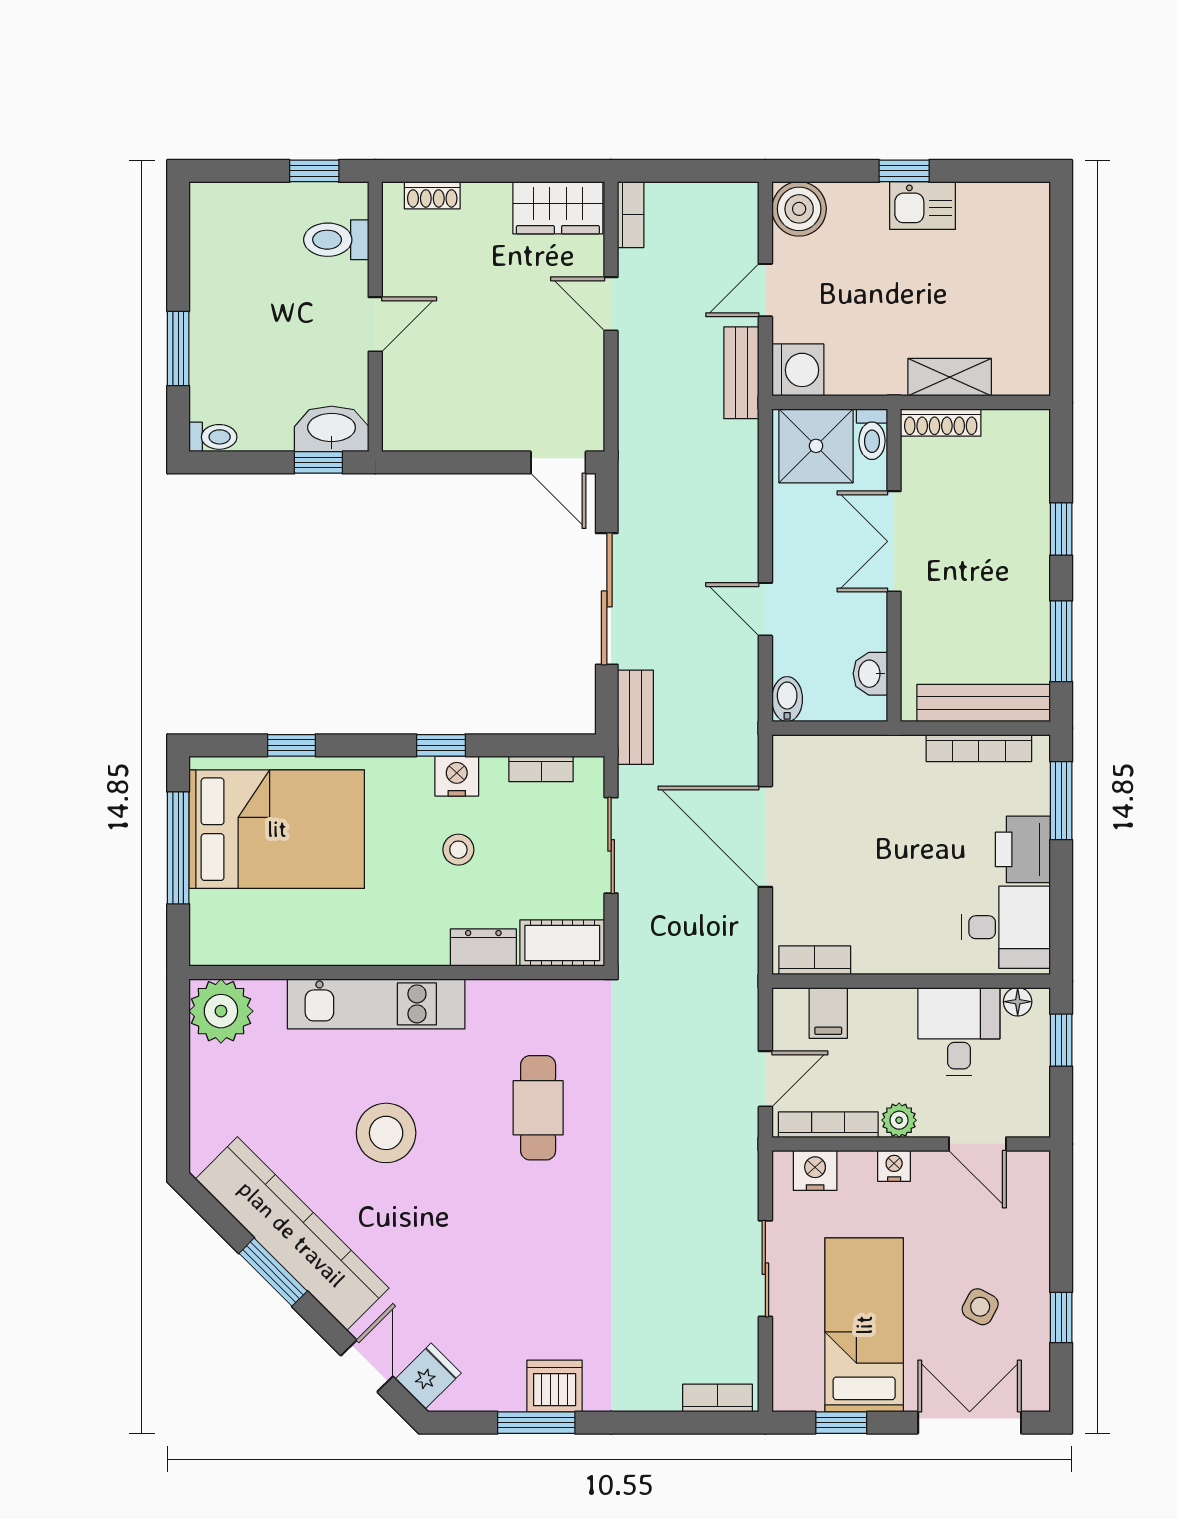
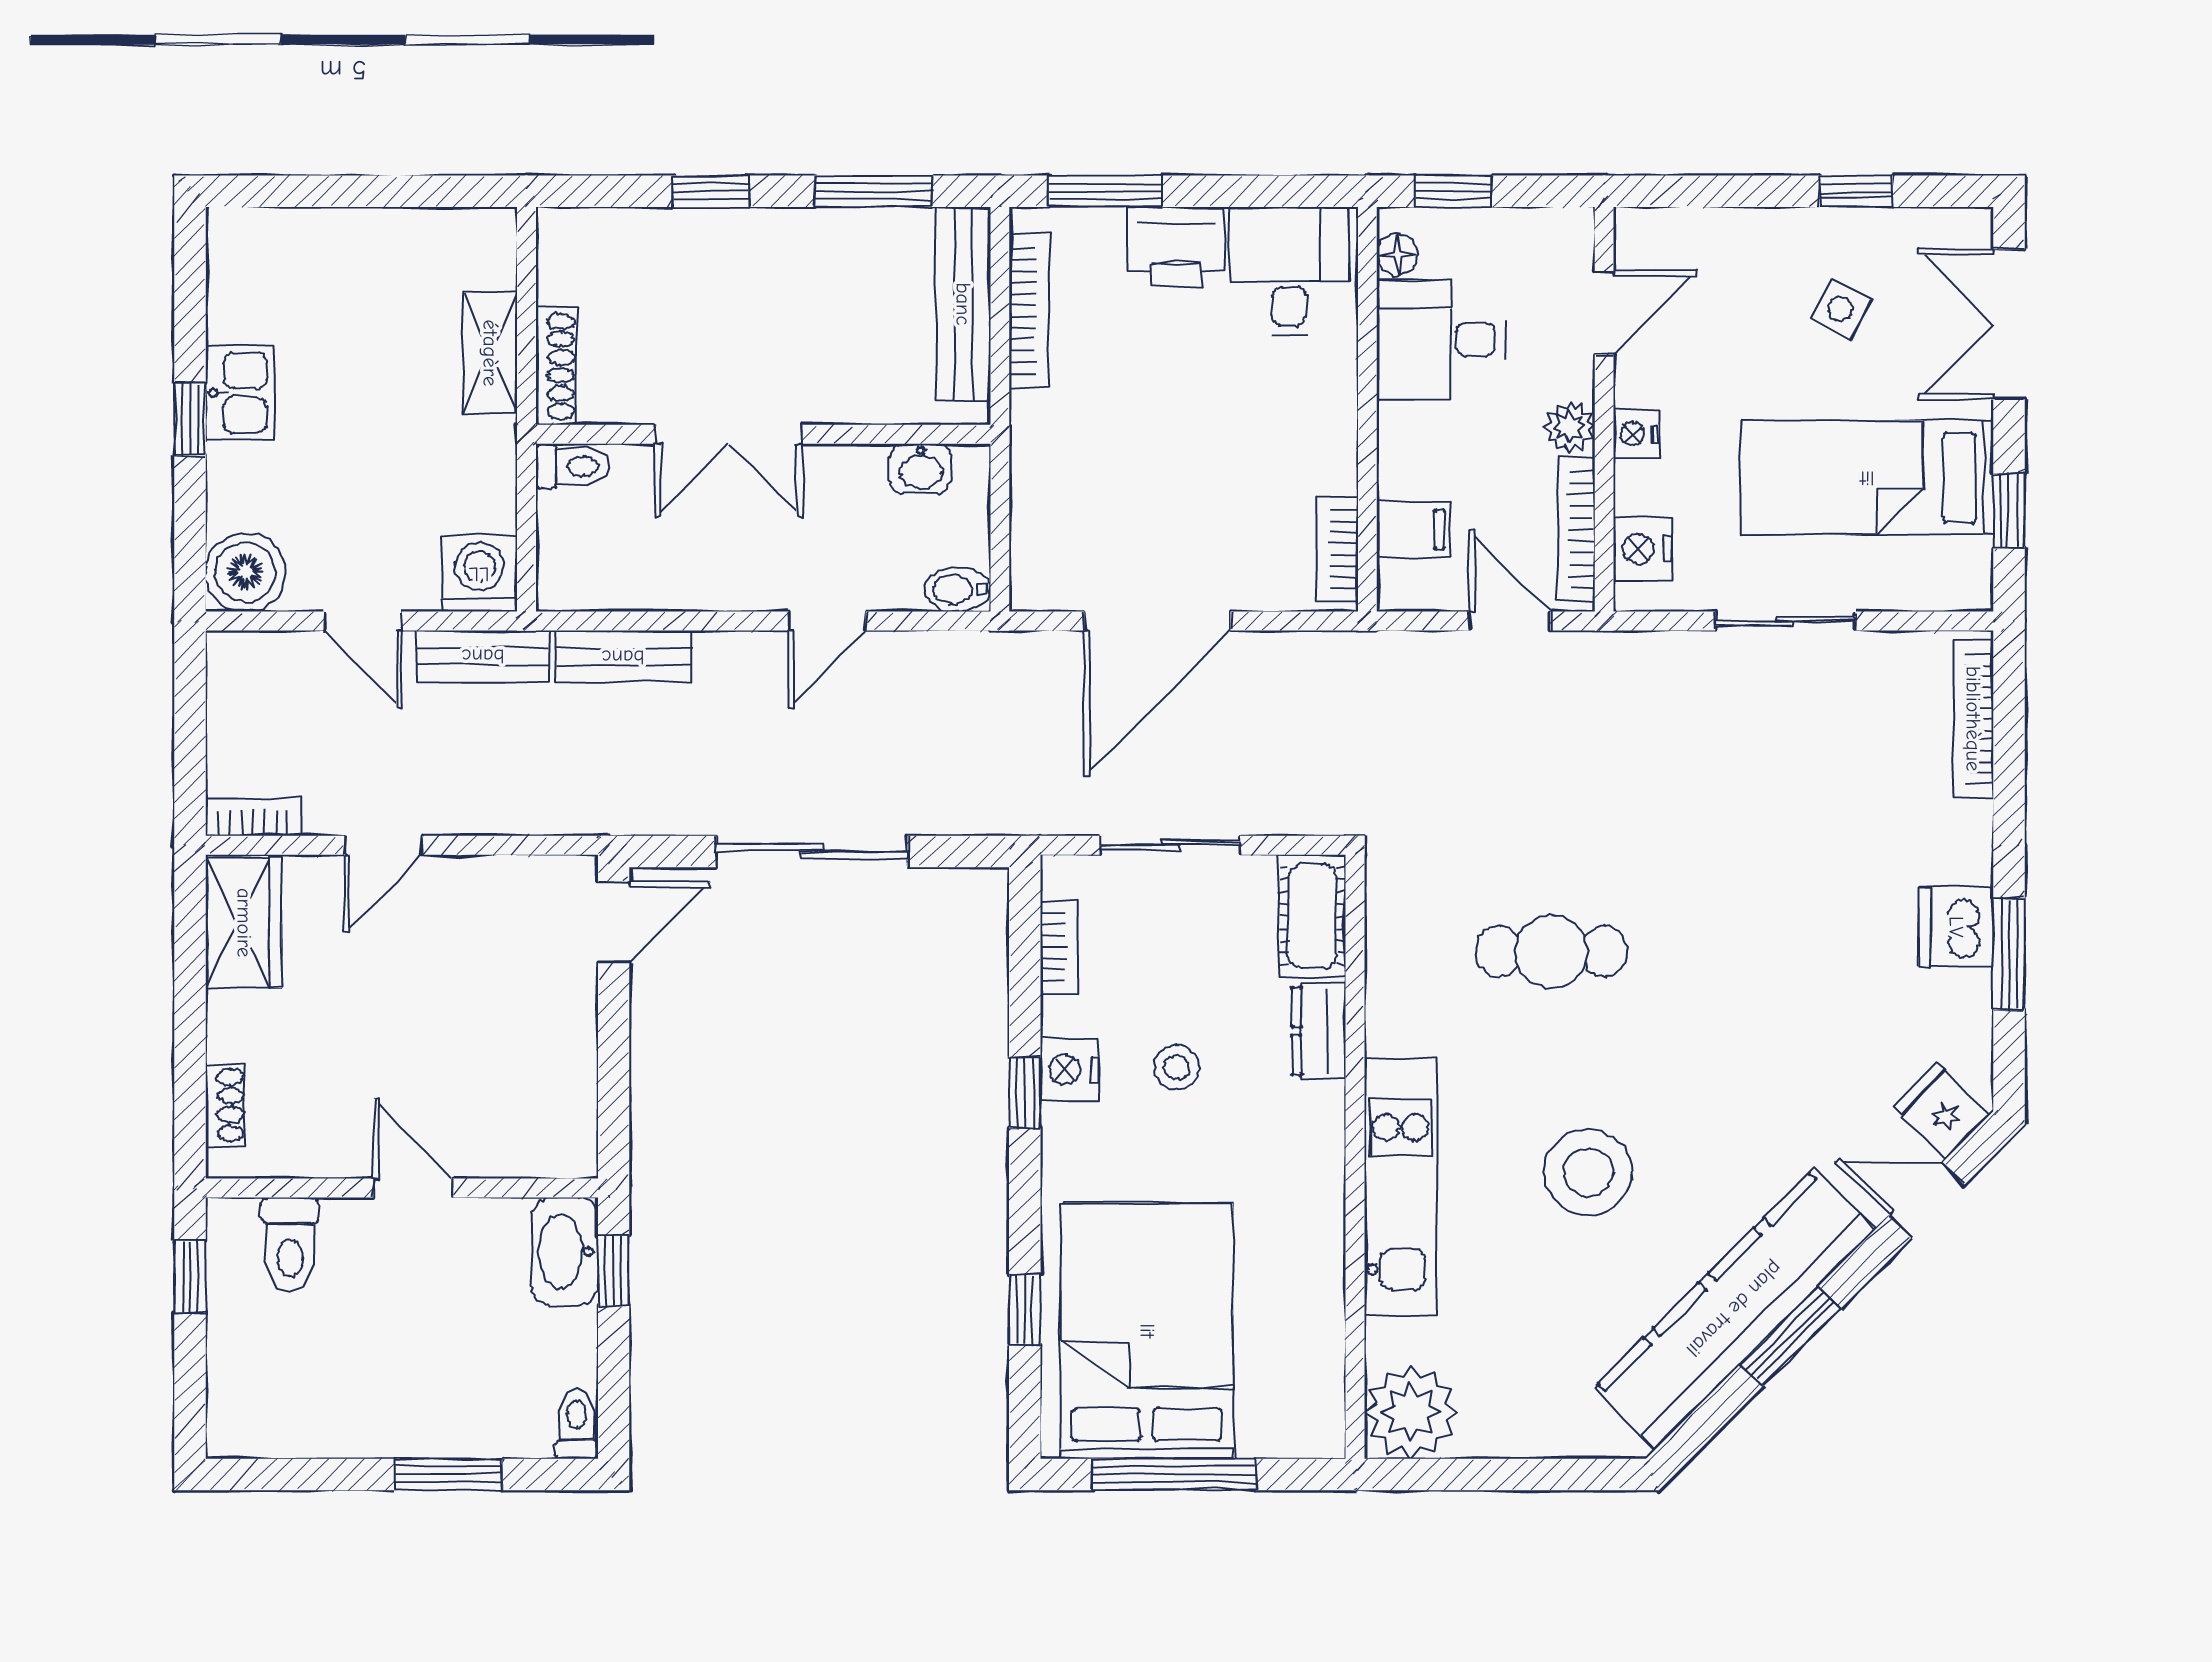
shower: (816, 446) -> (590, 548), removed
bench: (635, 717) -> (623, 657), moved
bookcase: (717, 1398) -> (1973, 719), width x1.56

